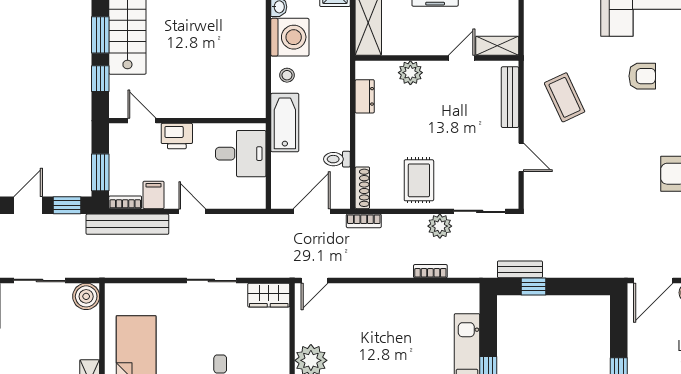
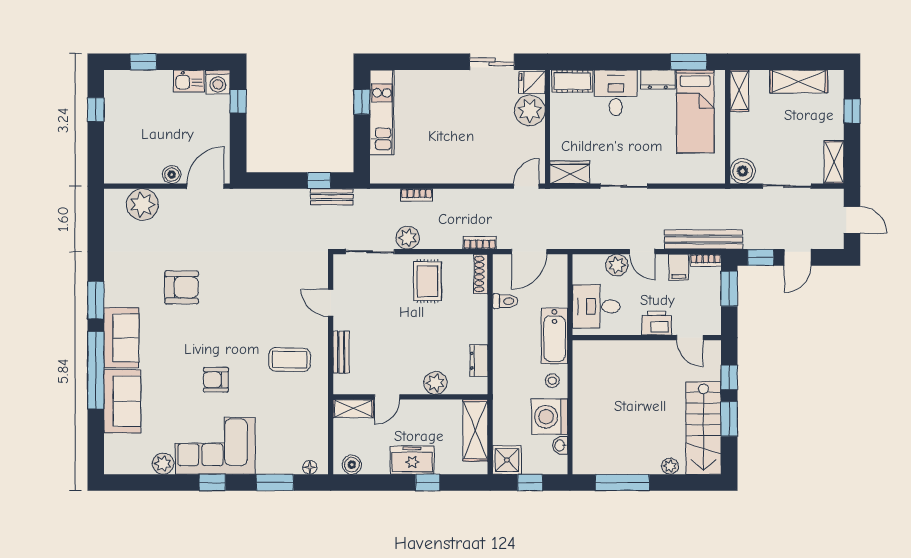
bench: (510, 97) -> (341, 352), width x0.73
coffee table: (565, 97) -> (289, 360), turned -64
plant: (219, 197) -> (617, 265), added

